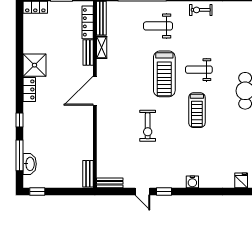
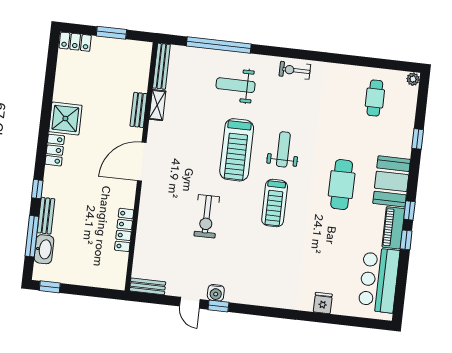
locker: (88, 22) -> (124, 230), moved
weight bench: (199, 70) -> (283, 149), turned 90
bench: (88, 174) -> (46, 216), moved
water cooler: (192, 182) -> (216, 293), moved

